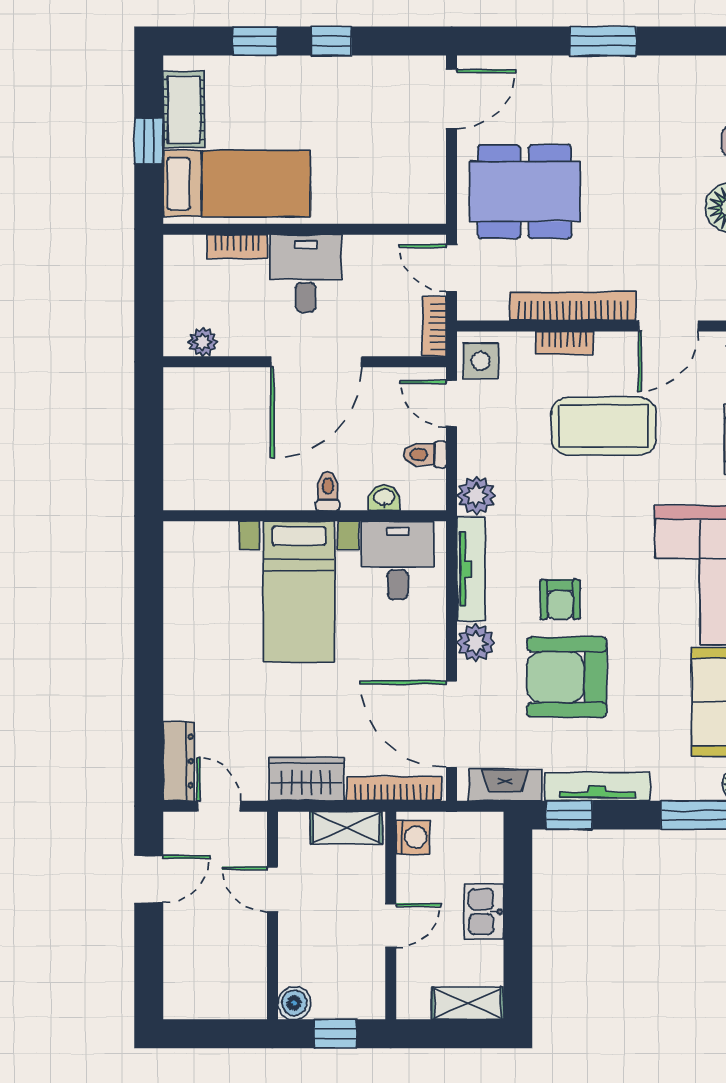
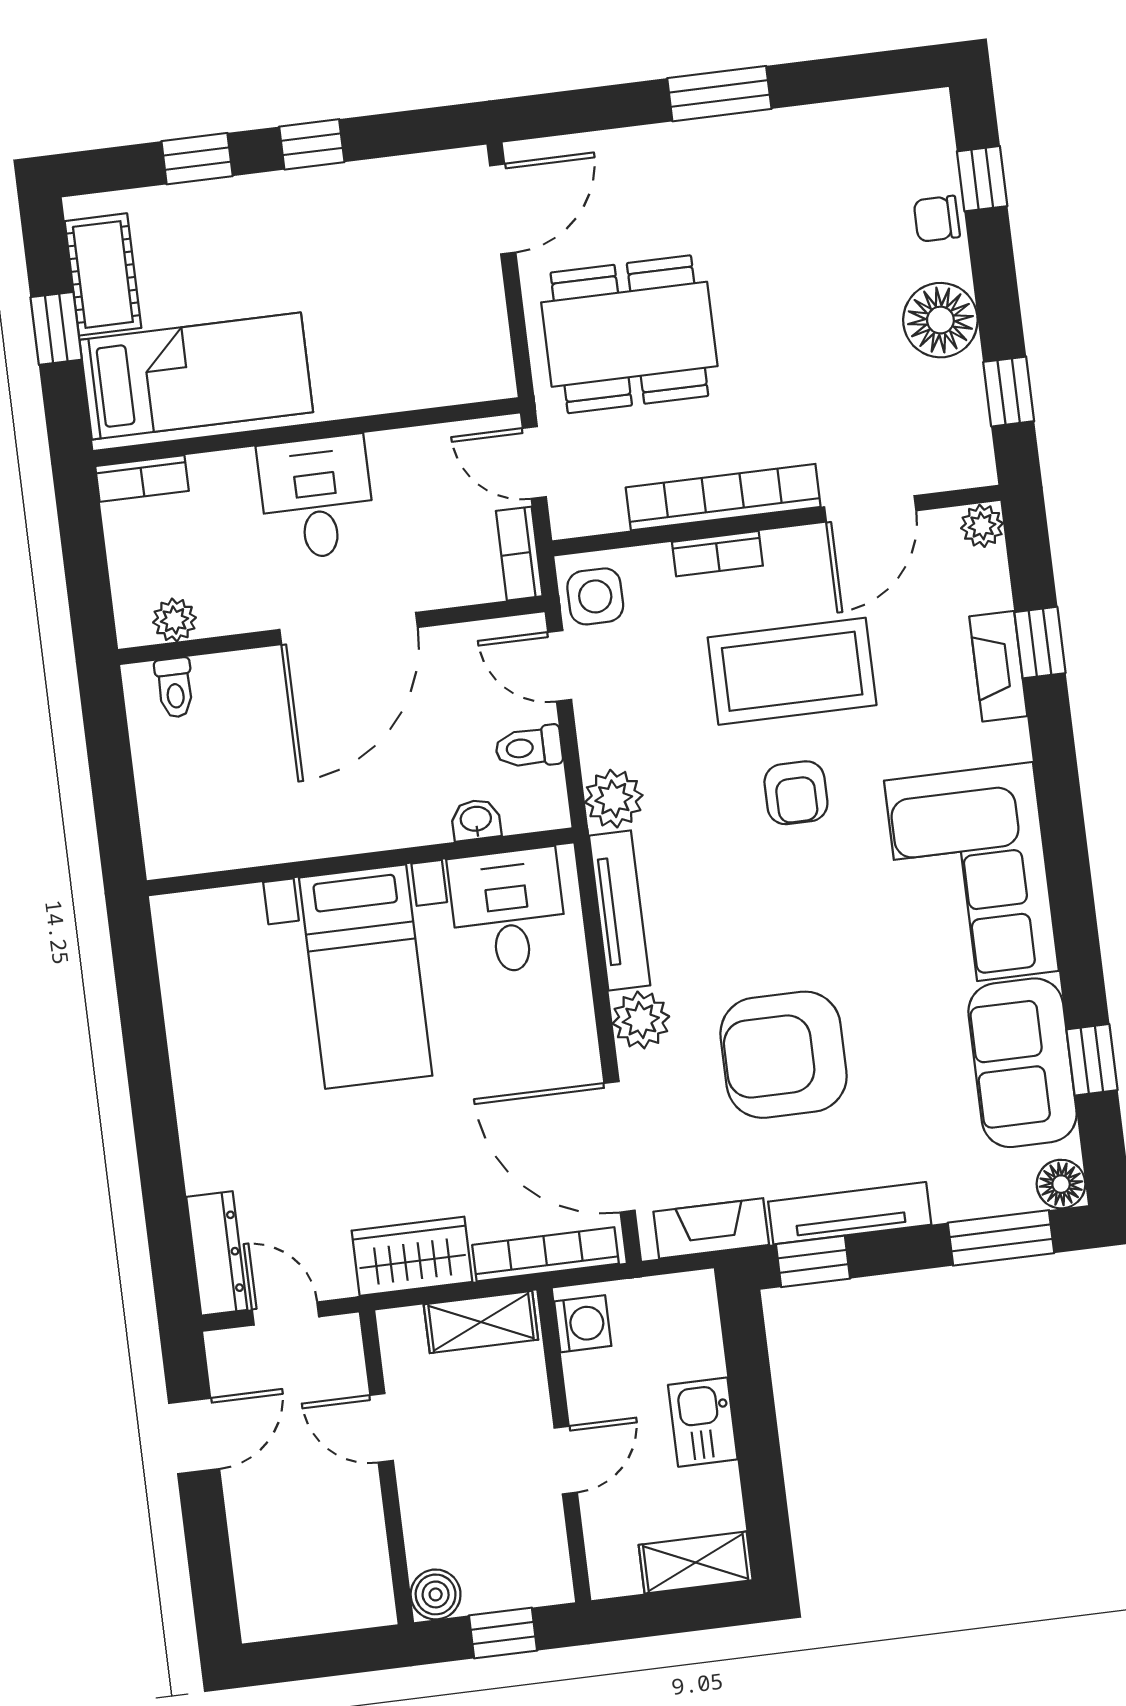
bookcase: (237, 246) -> (142, 478), moved
toilet: (328, 491) -> (175, 688), moved, turned 180
armchair: (560, 599) -> (796, 793), moved

